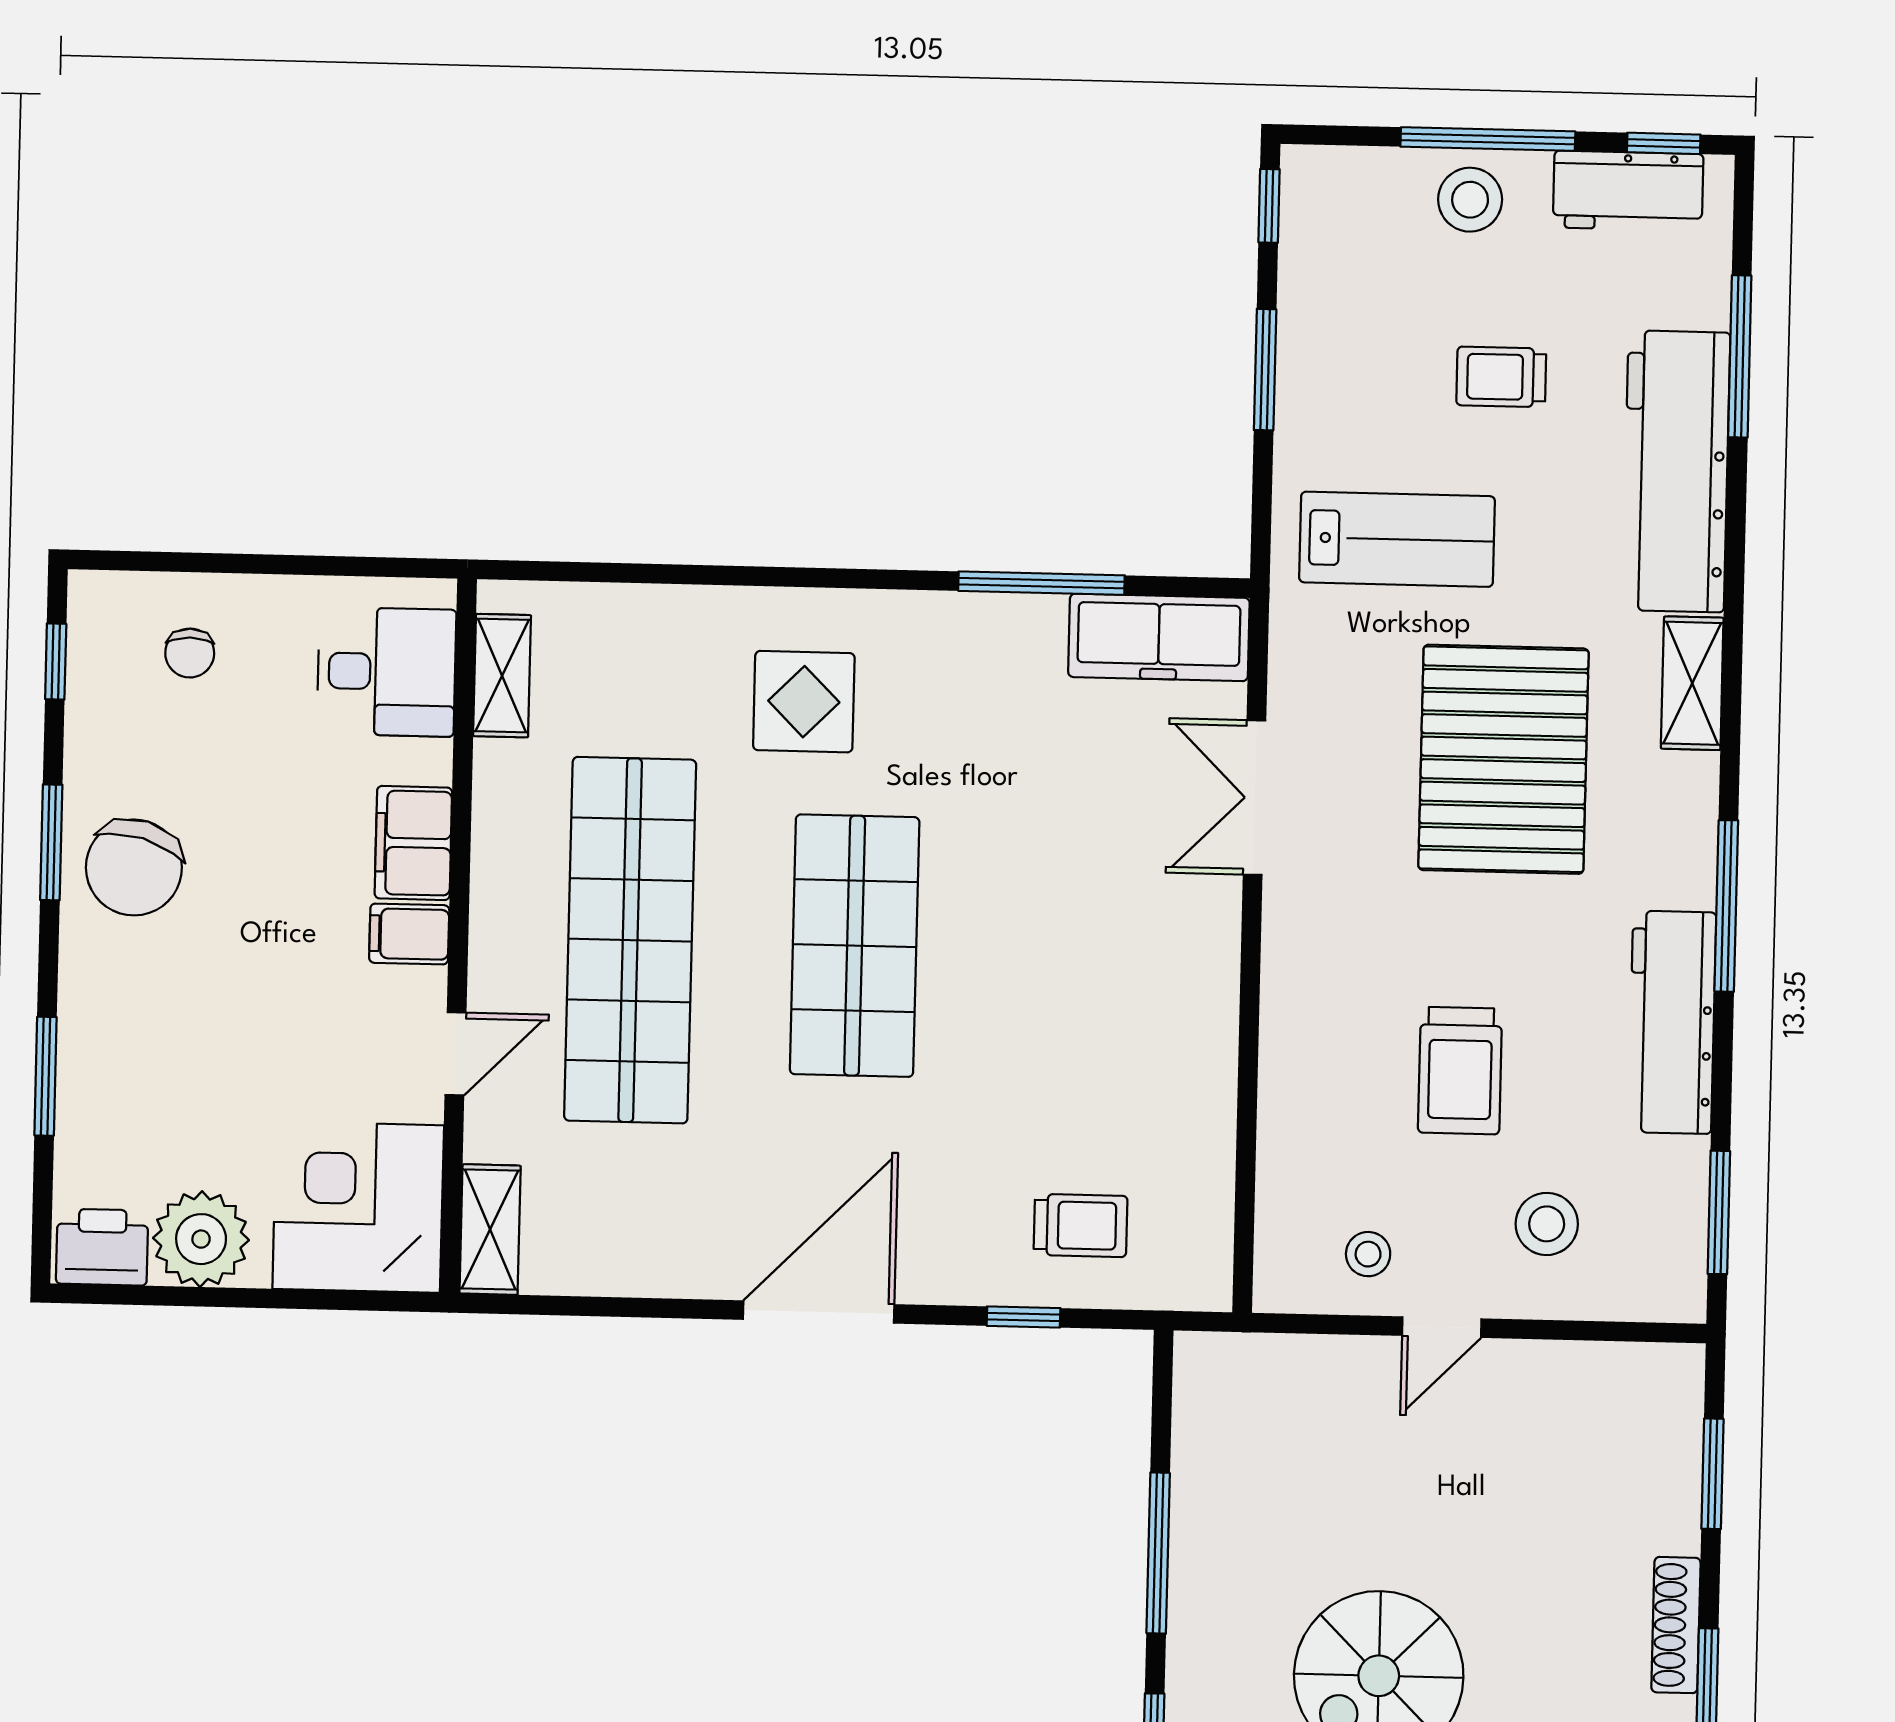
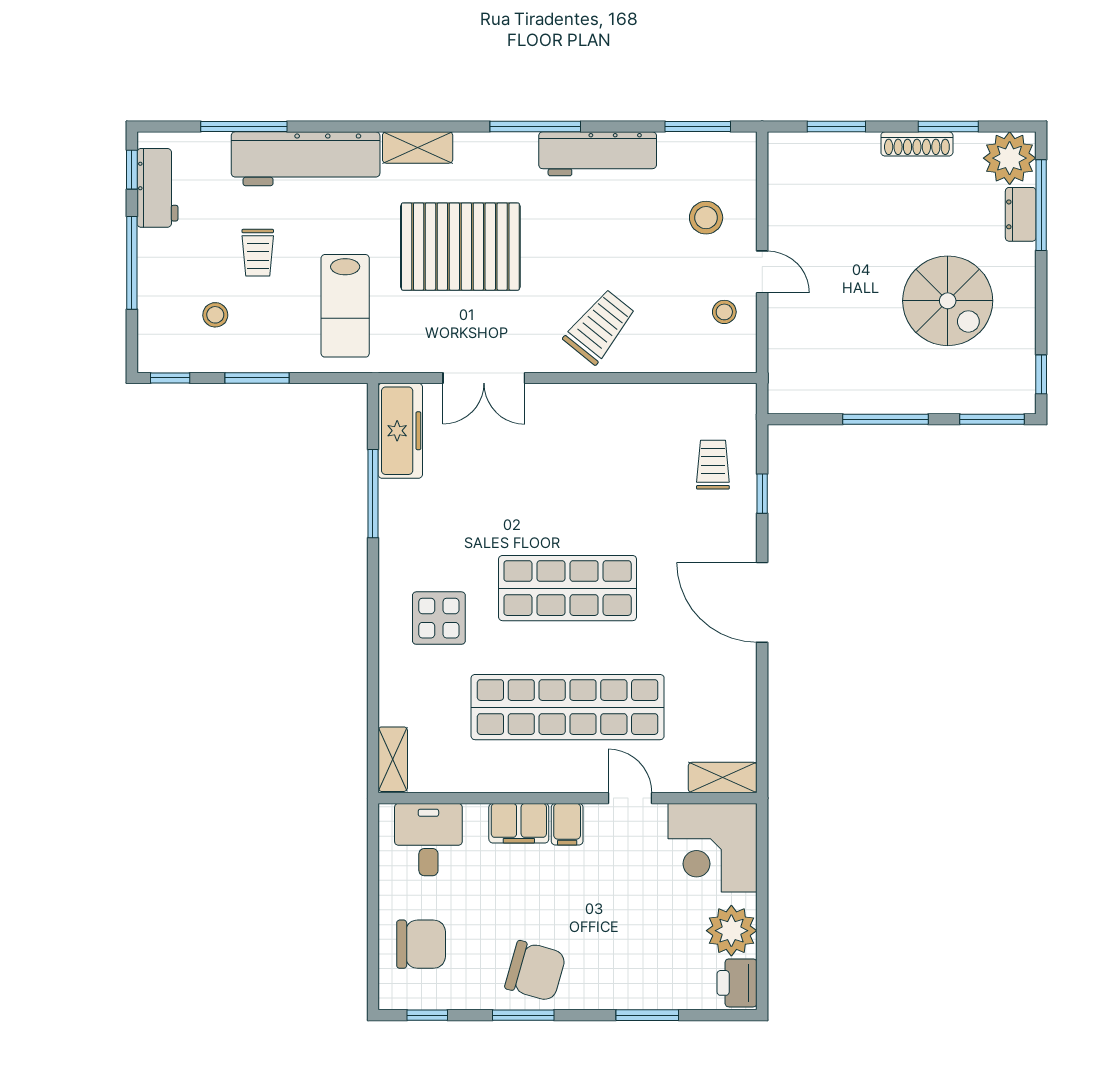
stool: (1470, 200) -> (215, 315), moved, width x0.73, depth x0.73
lab bench: (1397, 539) -> (345, 306), turned 180
chair: (190, 653) -> (421, 944), width x1.87, depth x1.87
shelving: (502, 676) -> (393, 759), moved, turned 90
trolley: (1460, 1071) -> (600, 327), moved, turned -51

